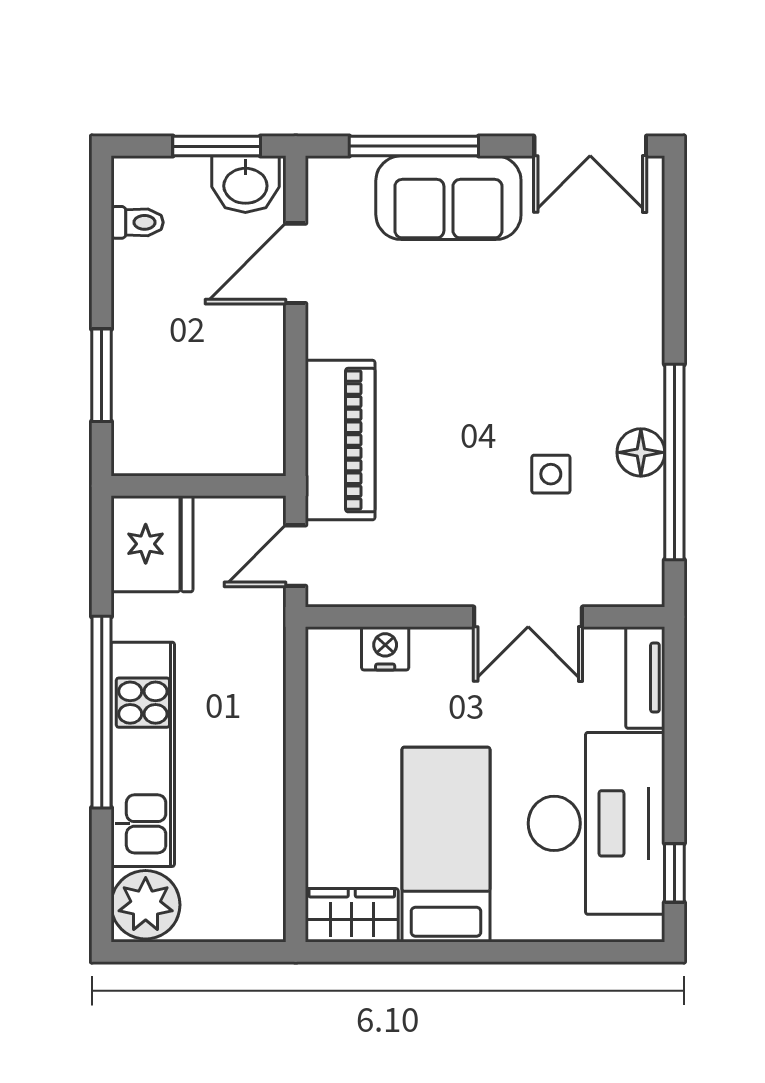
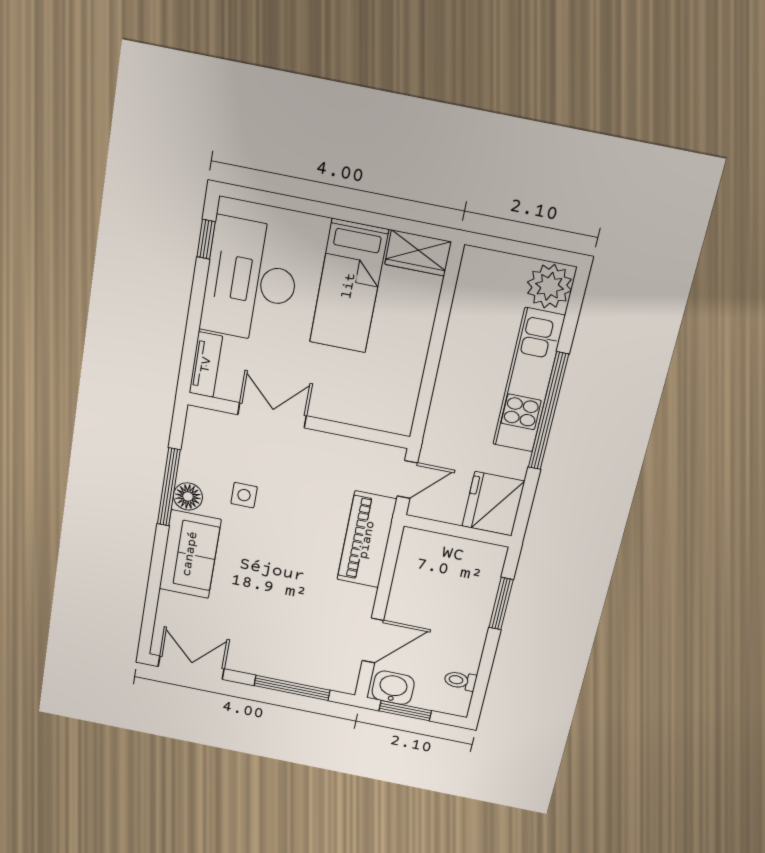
sofa: (448, 198) -> (190, 554), moved, turned 90
window: (674, 462) -> (169, 487), width x0.68
nightstand: (385, 648) -> (364, 414), removed

